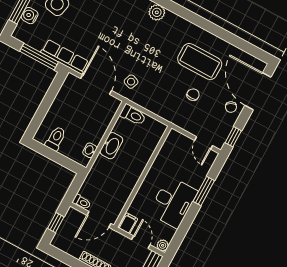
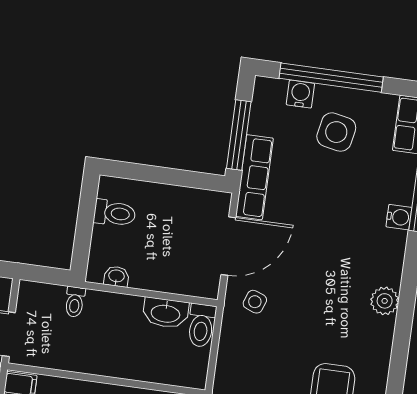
washbasin: (111, 146) -> (166, 313), moved
toilet: (82, 202) -> (75, 302), moved

